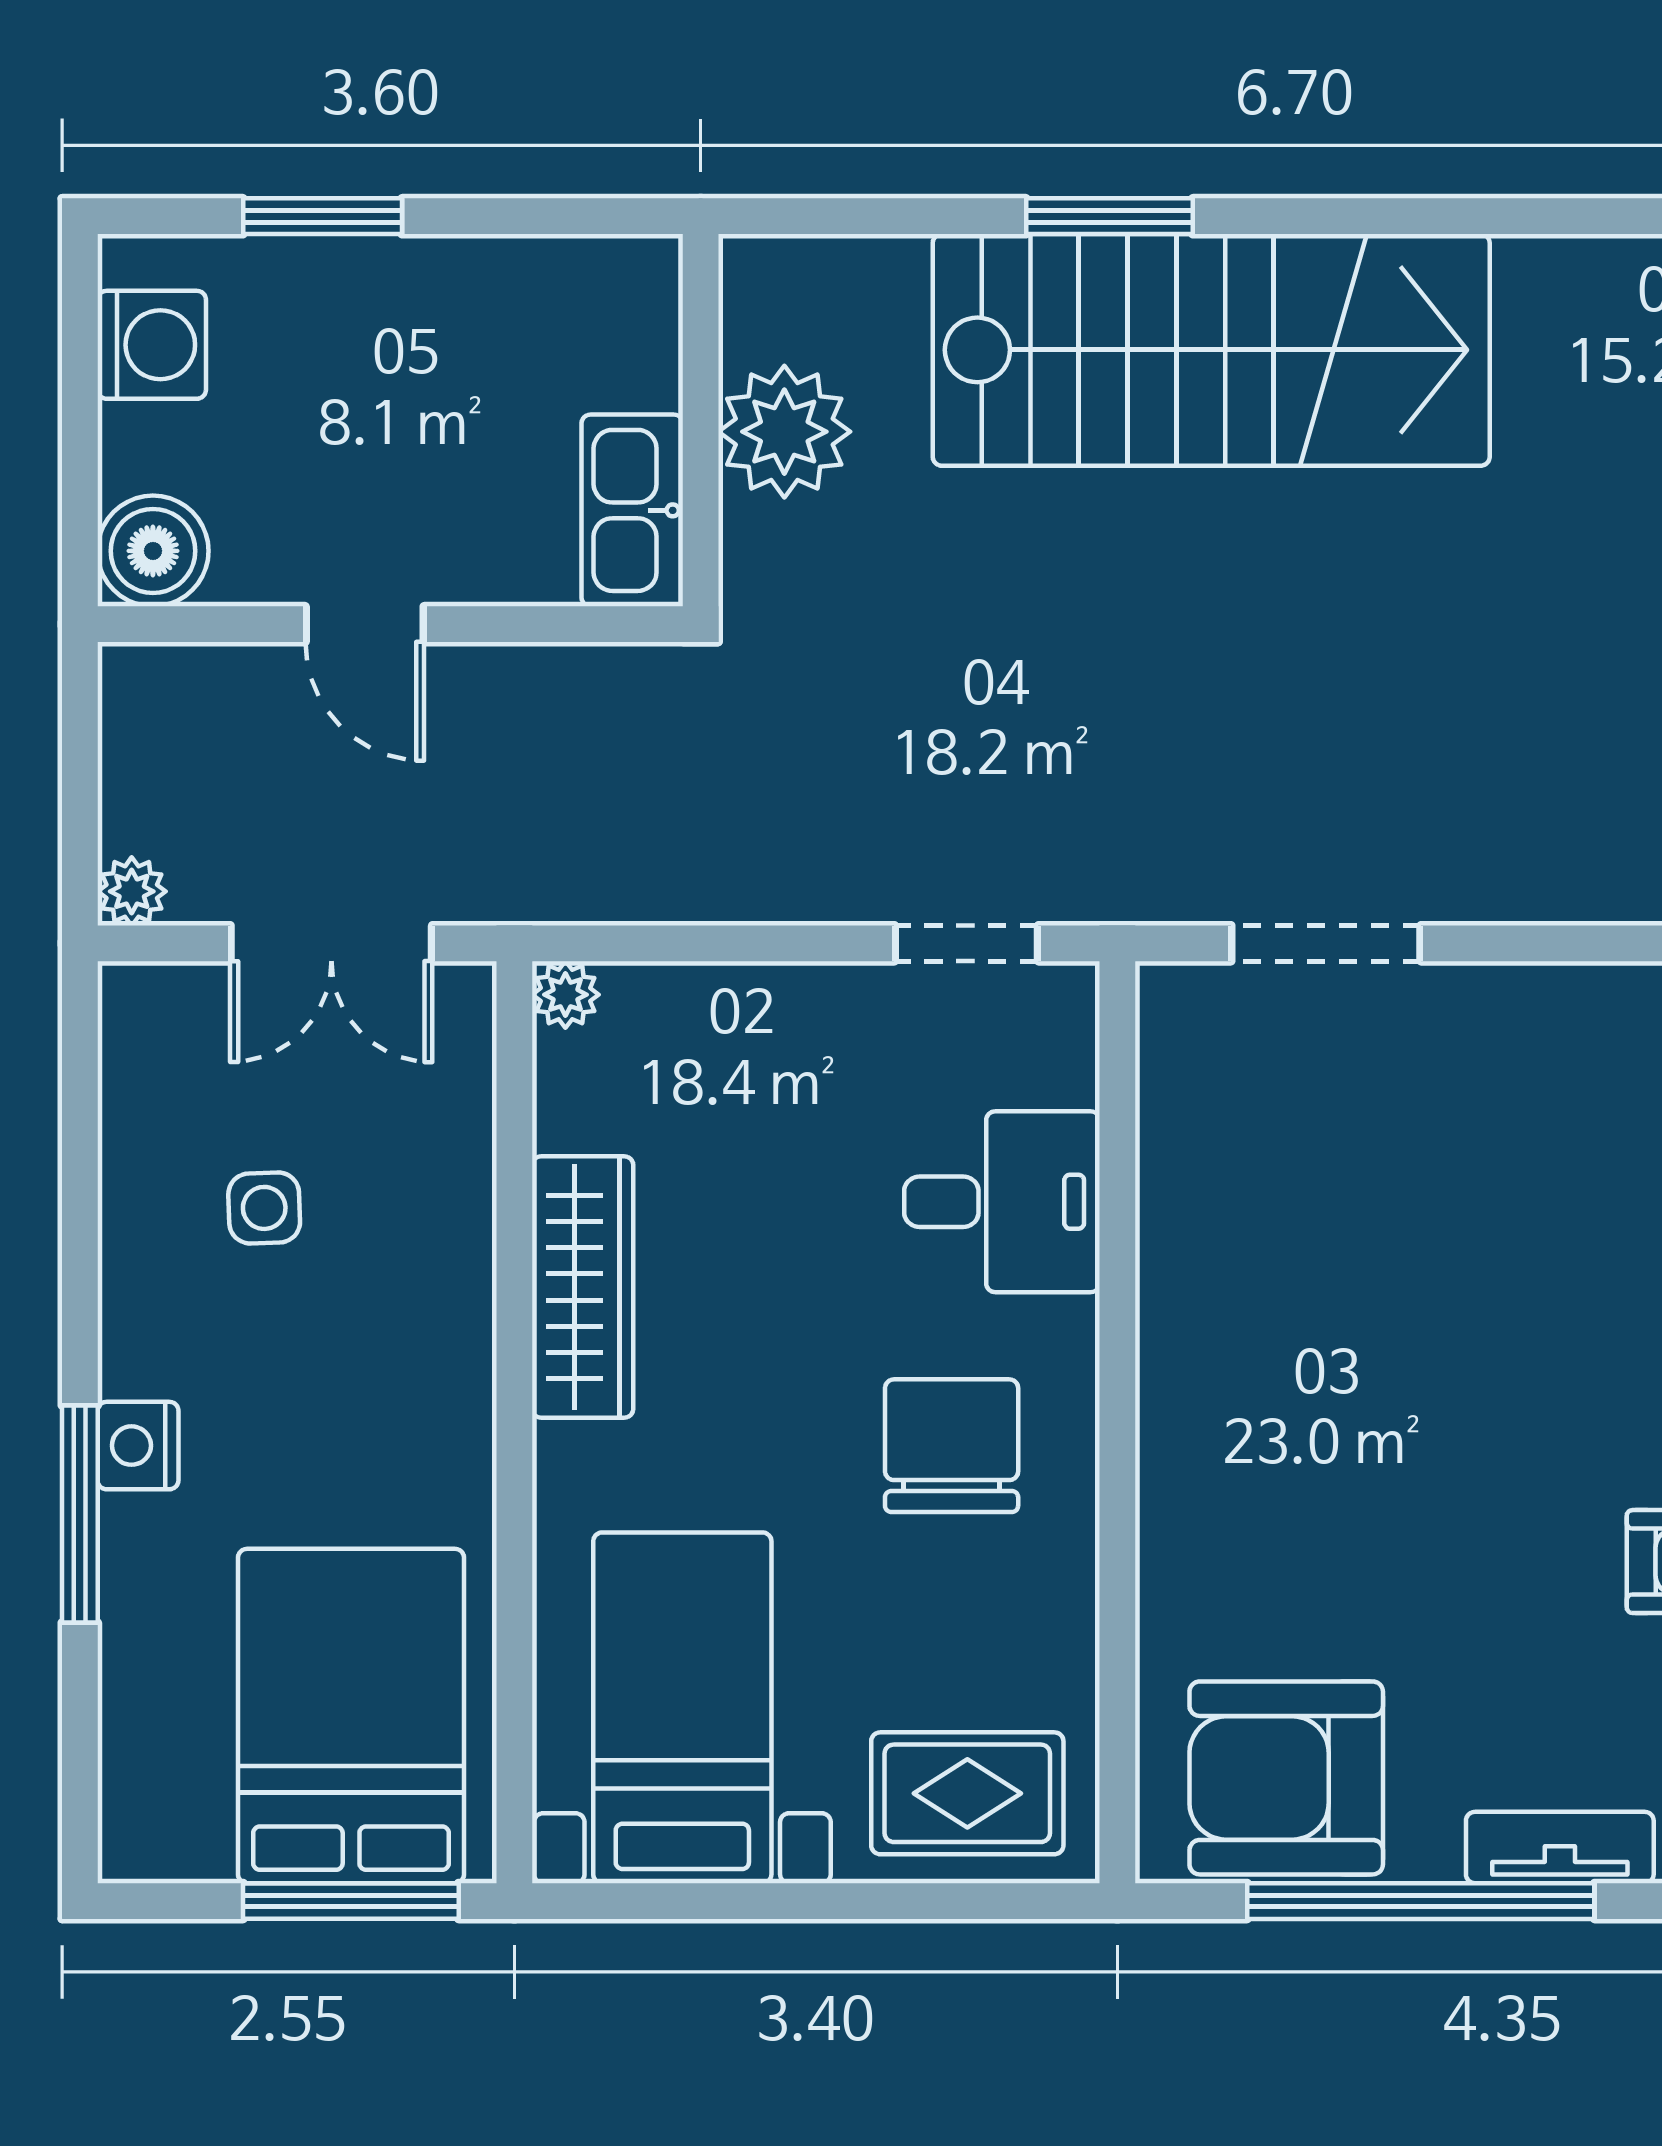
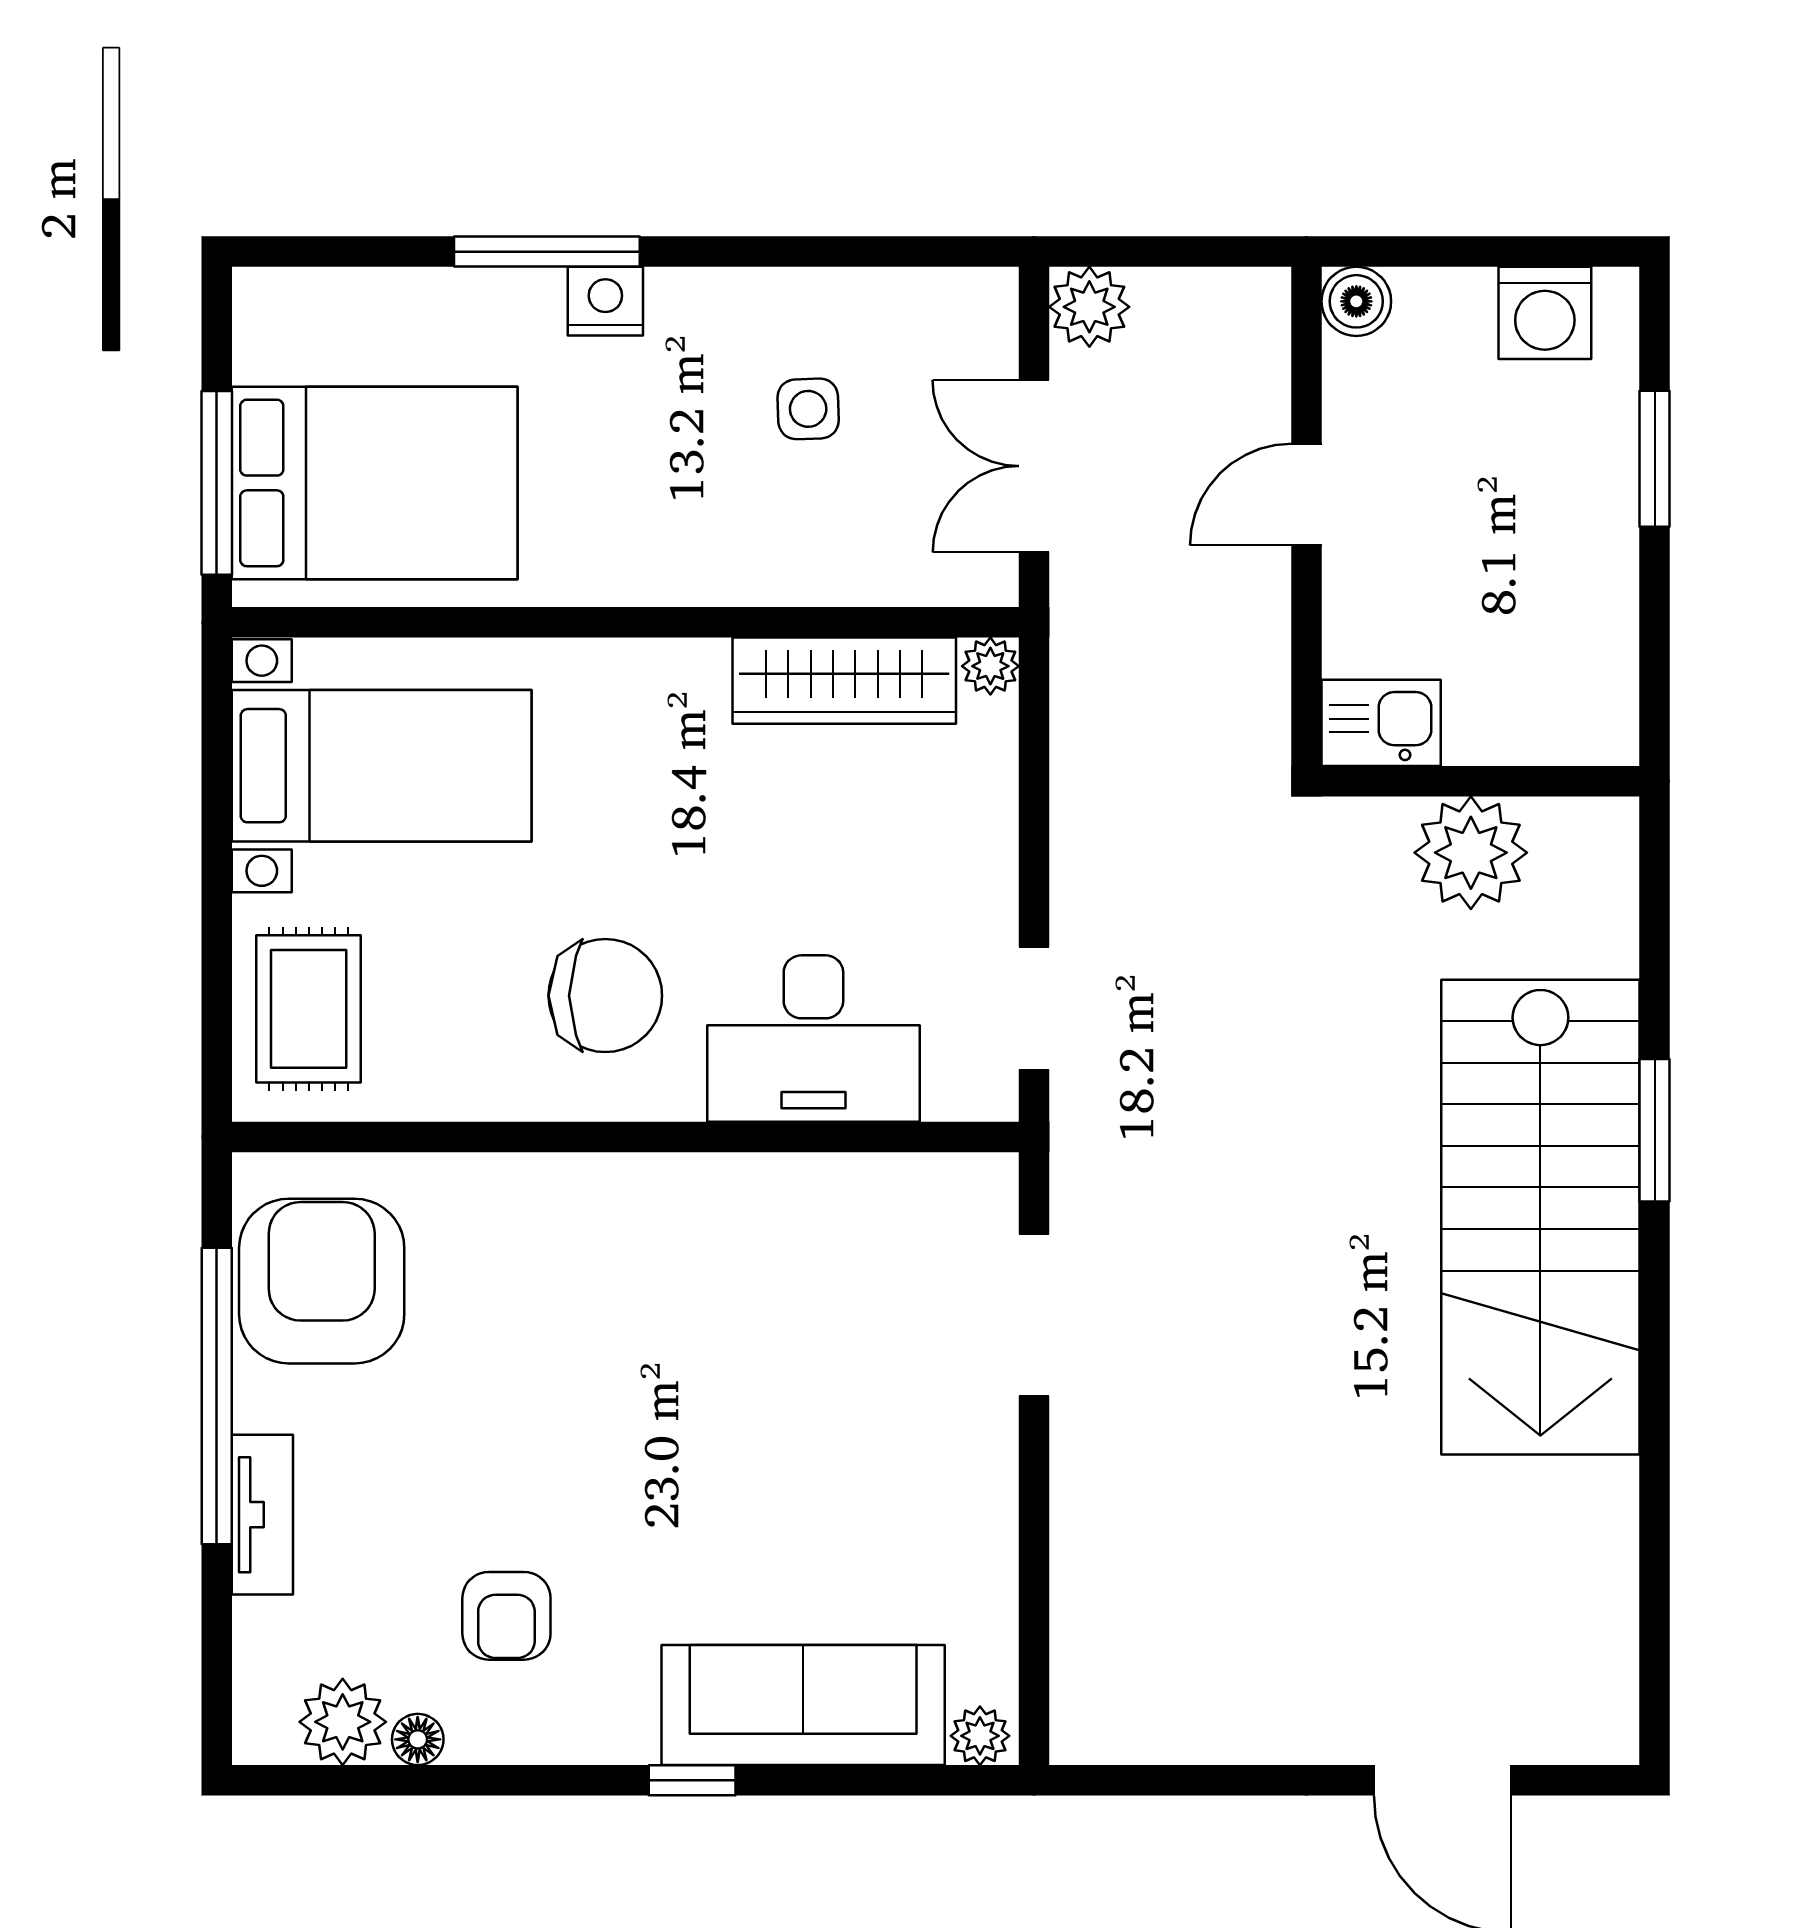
kitchen sink: (632, 510) -> (1381, 723), width x0.73
boiler: (153, 551) -> (1356, 301), width x0.73, depth x0.73
plant: (132, 891) -> (1089, 307), width x1.38, depth x1.38
desk: (1002, 1202) -> (813, 1038), width x1.37
wardrobe: (583, 1287) -> (844, 681), moved

